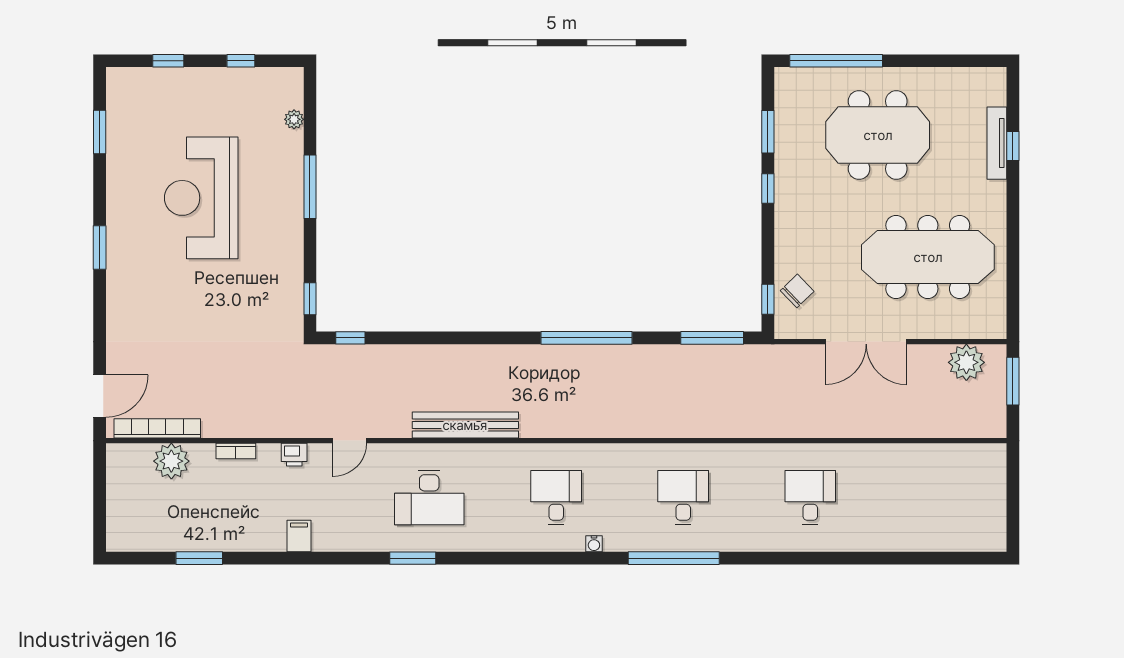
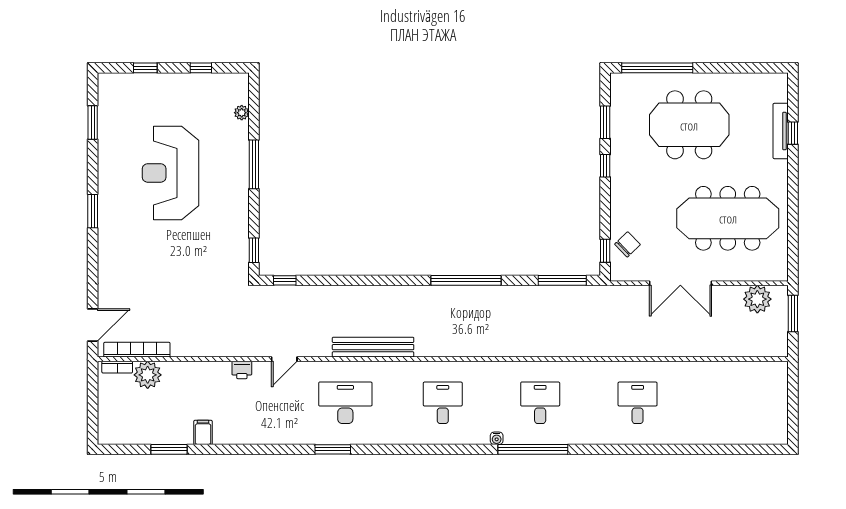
bookcase: (236, 451) -> (117, 367), moved
desk: (429, 498) -> (345, 403), turned 180
filing cabinet: (299, 536) -> (203, 432), moved
water cooler: (594, 544) -> (497, 438), moved

